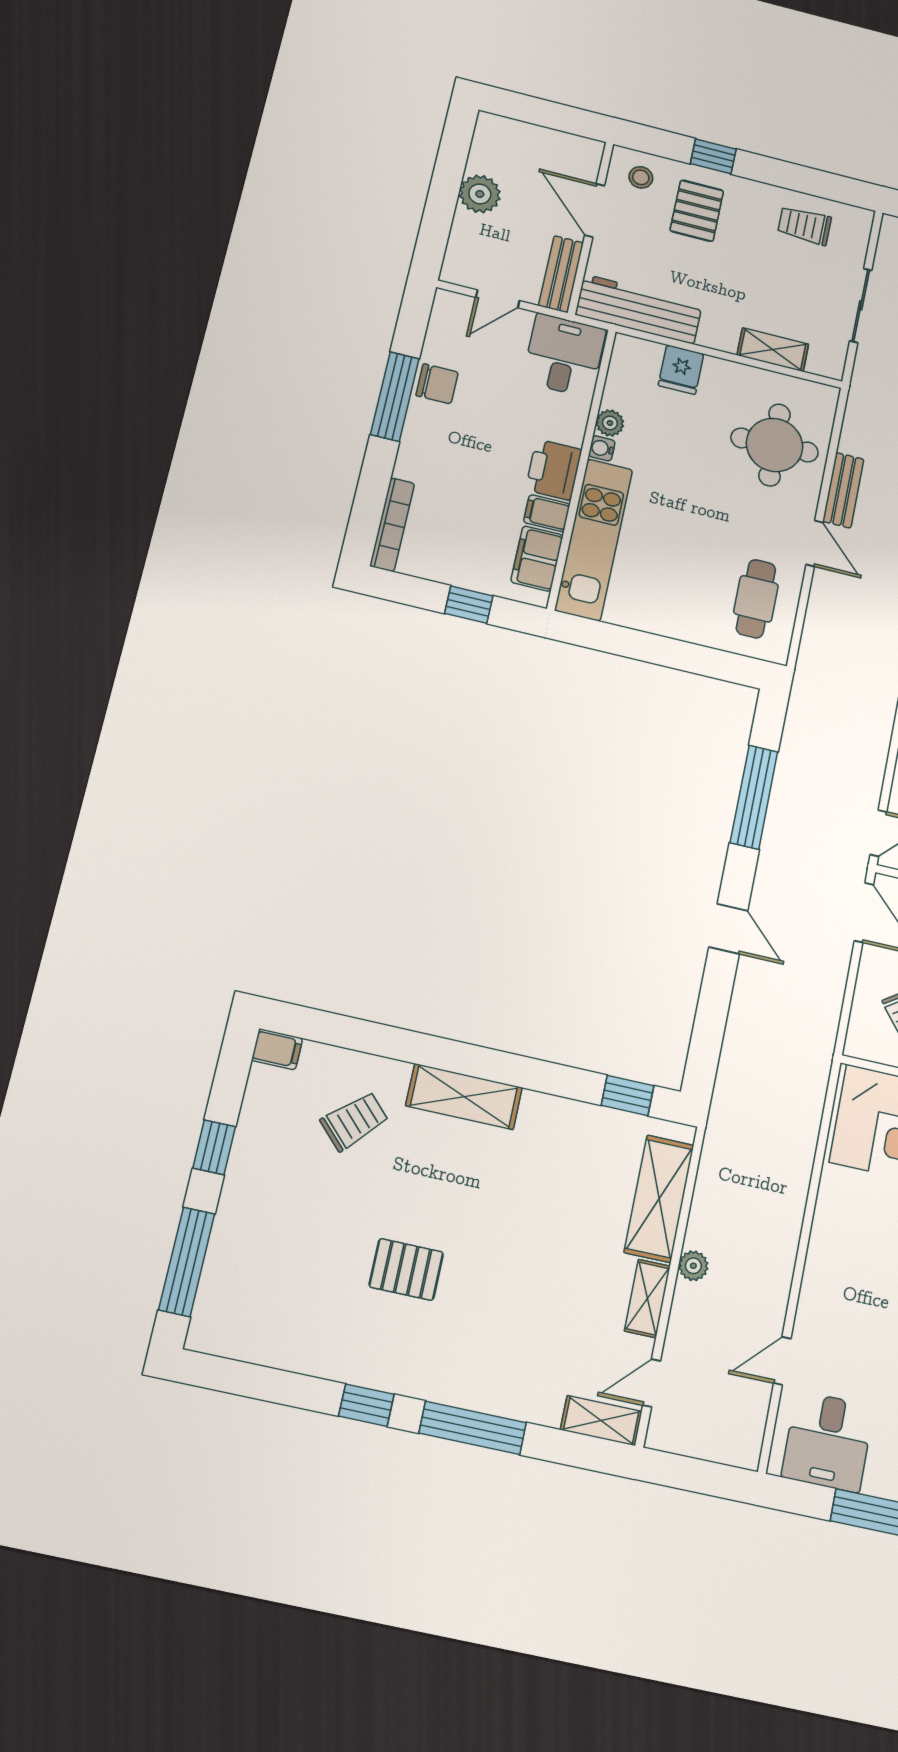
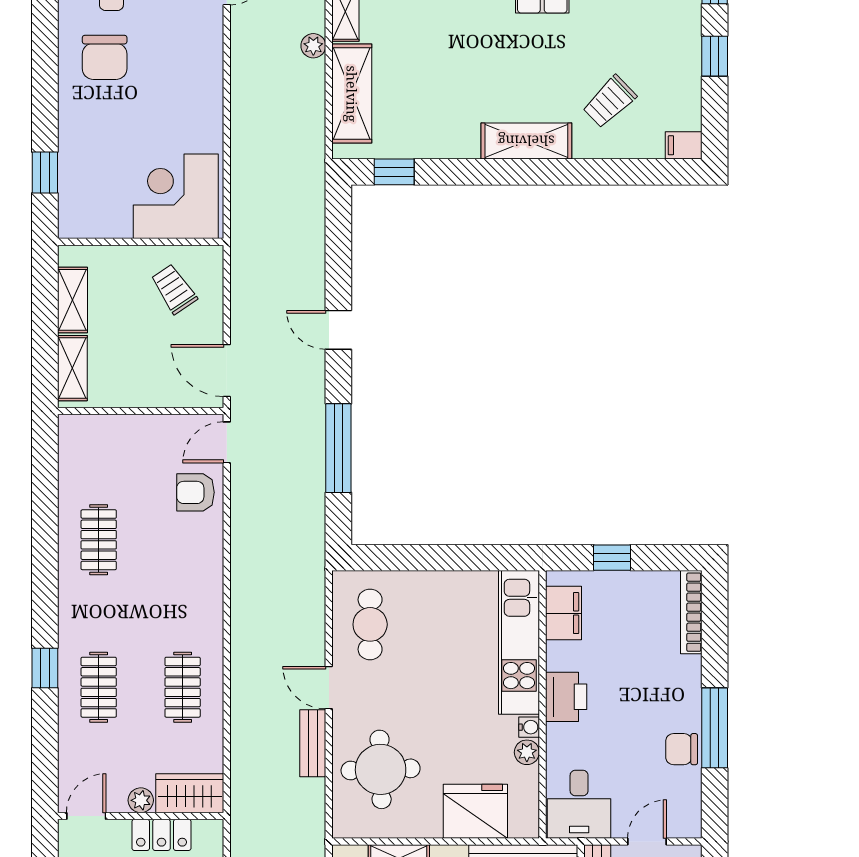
fridge: (681, 370) -> (475, 811), width x1.88, depth x1.34
filing cabinet: (547, 513) -> (564, 656), removed

